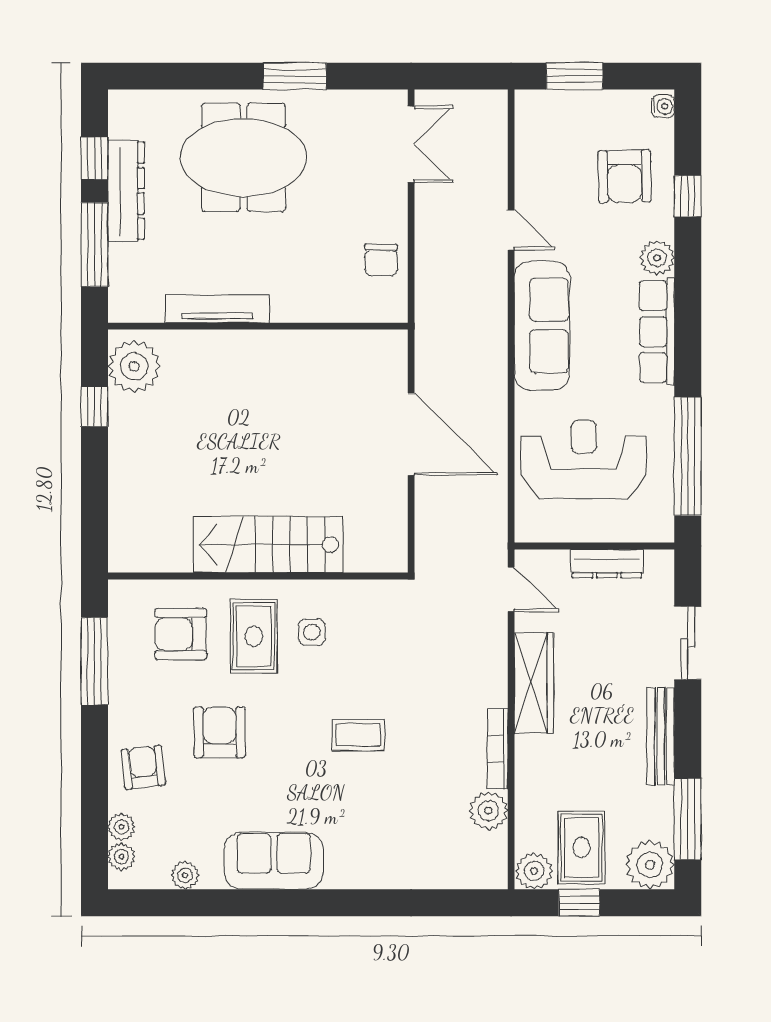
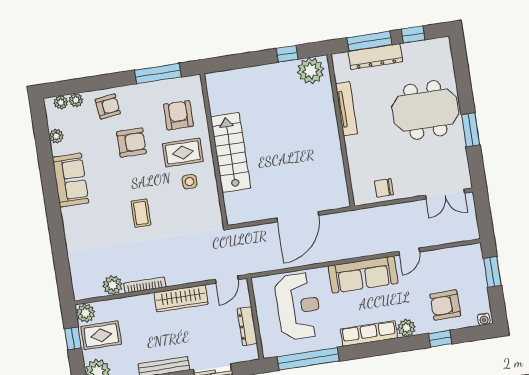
meeting table: (243, 157) -> (425, 110), turned 90
dresser: (126, 191) -> (375, 57), moved

